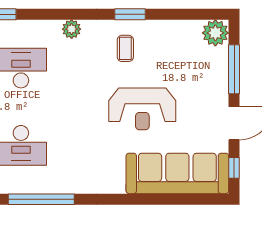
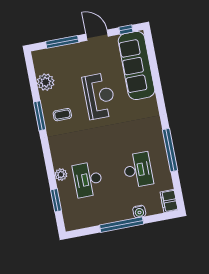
window: (130, 14) -> (40, 116), width x1.44
plant: (72, 29) -> (61, 175), moved
plant: (215, 33) -> (46, 82), moved

